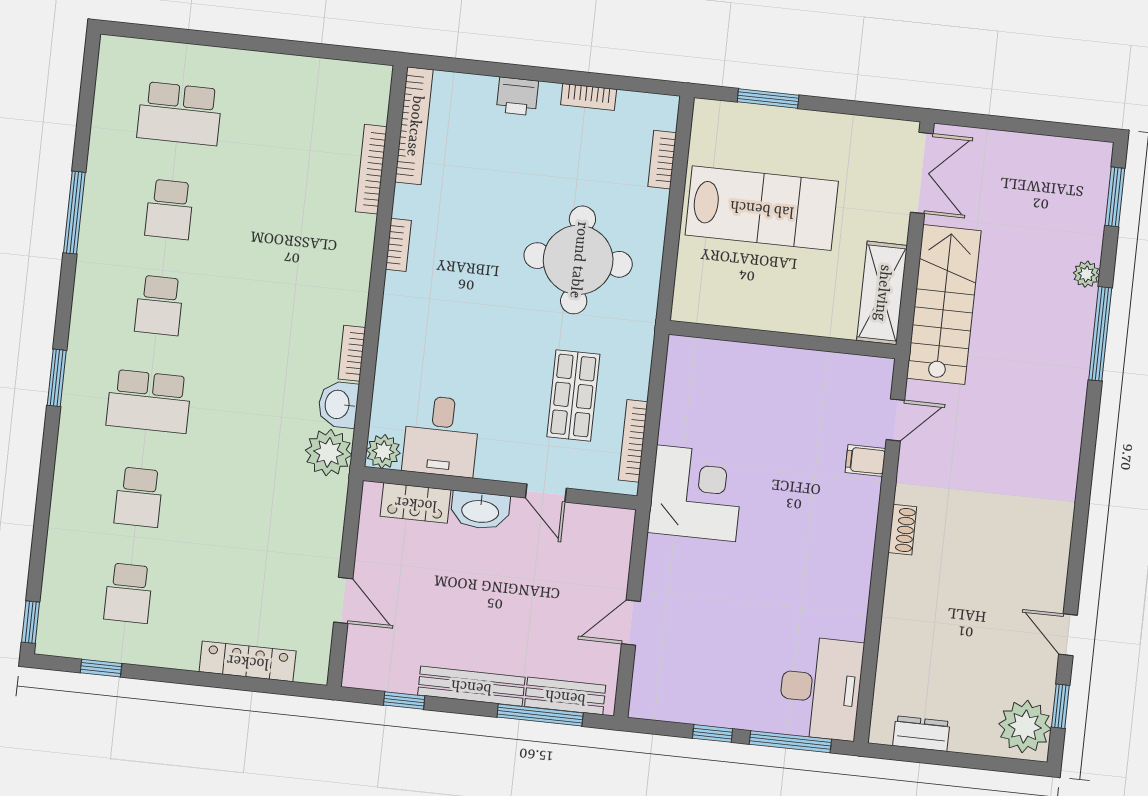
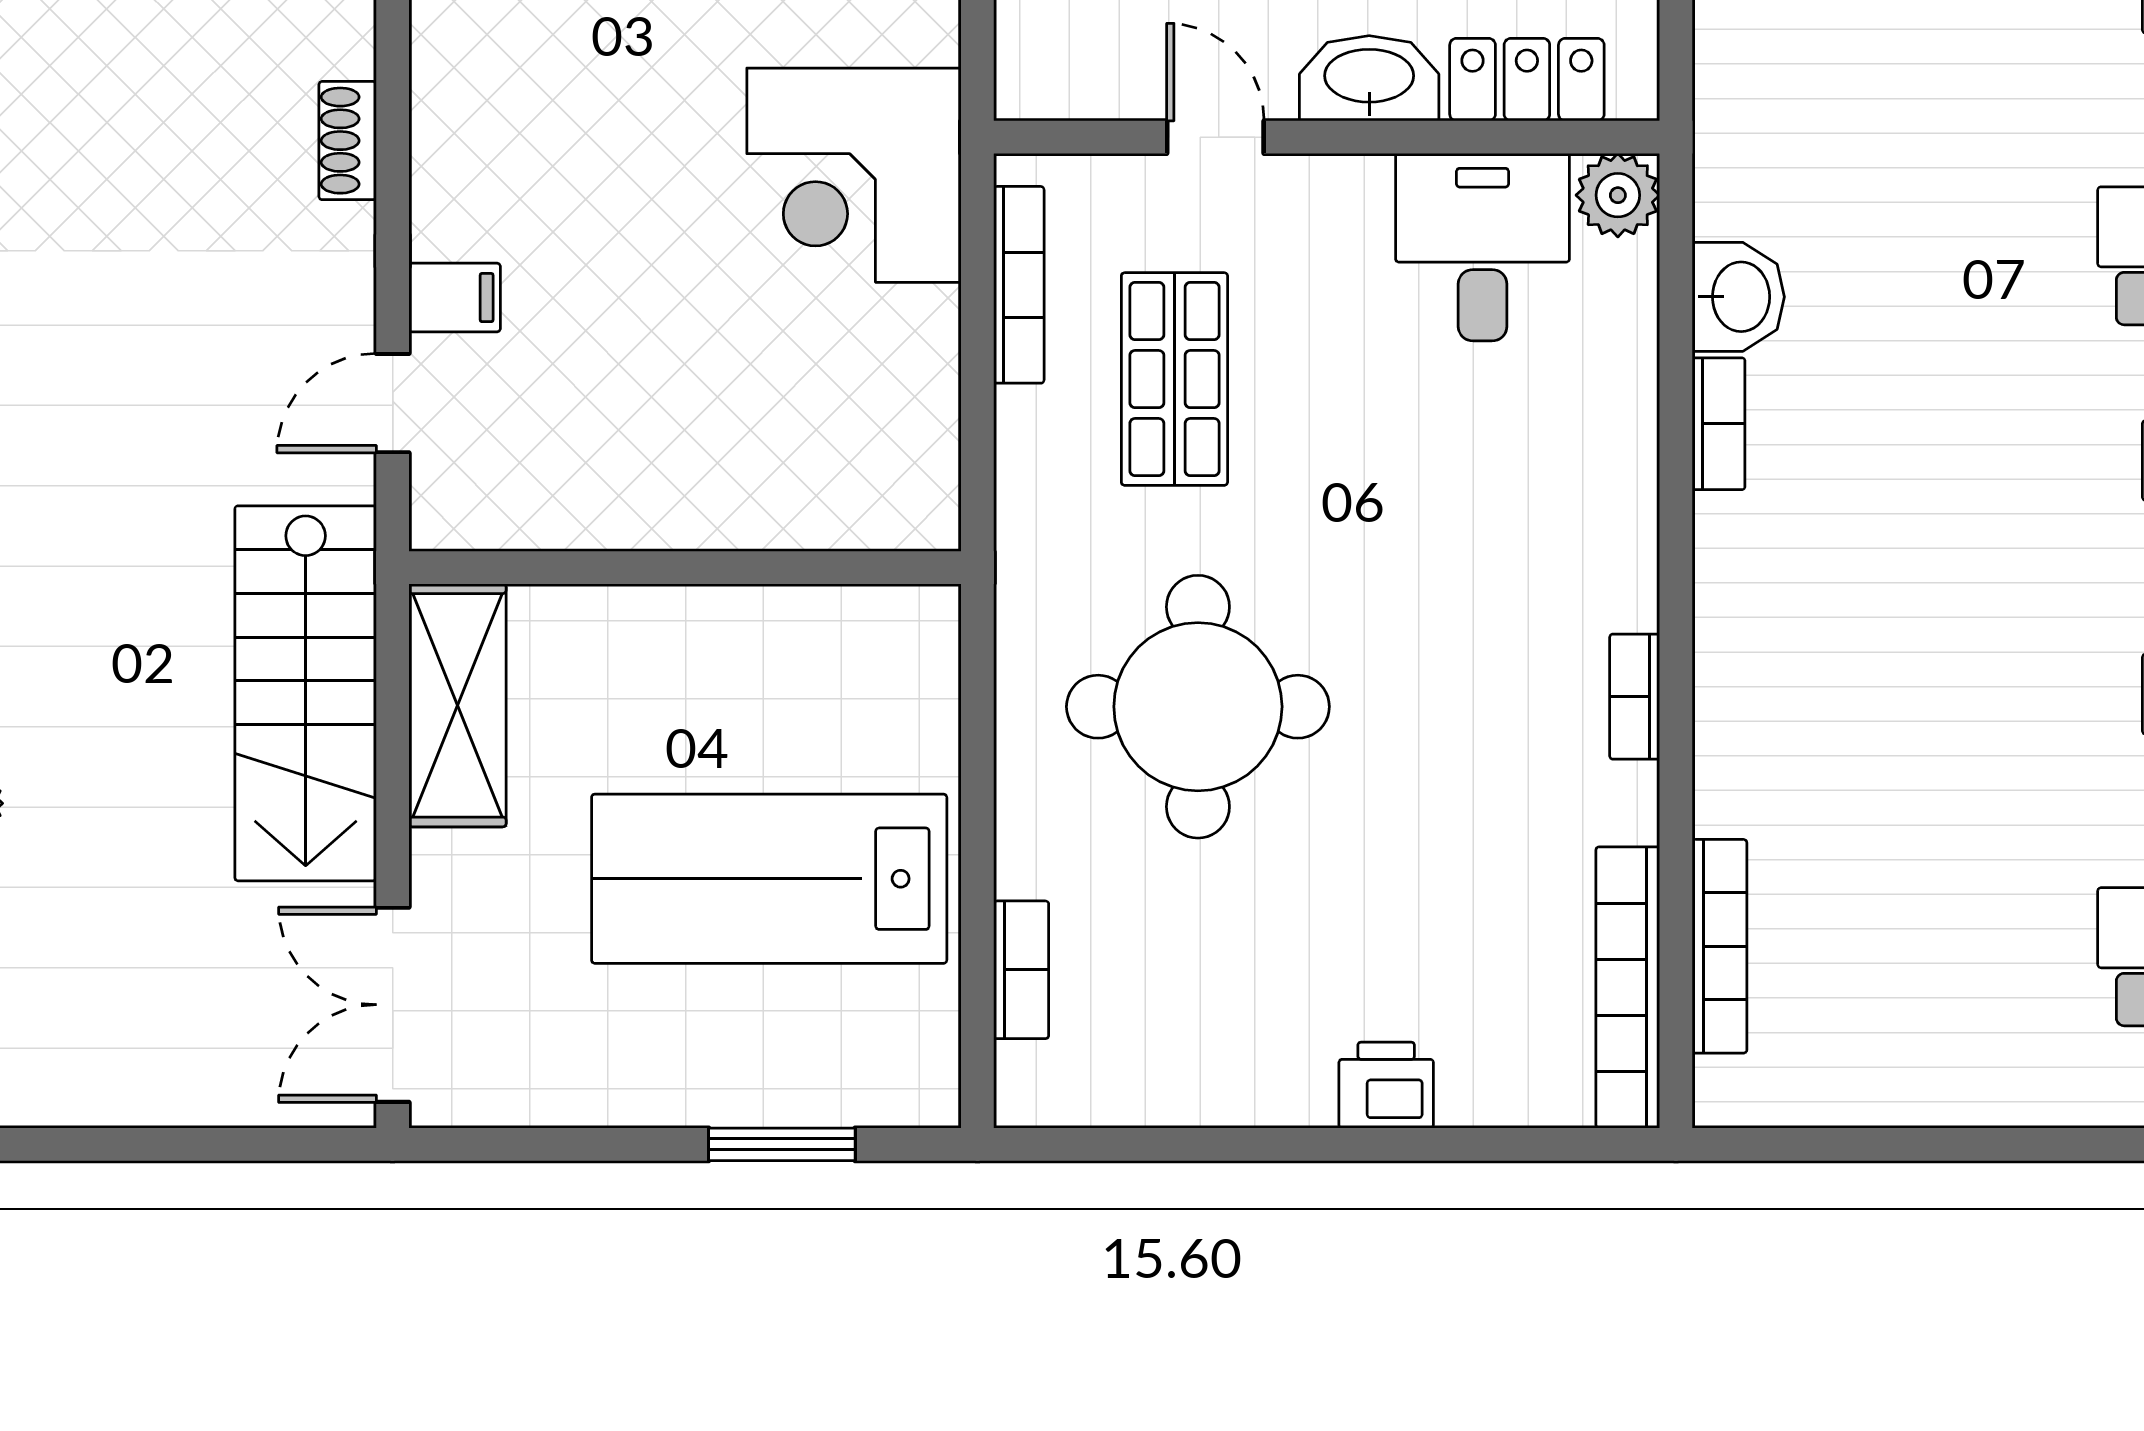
bookcase: (589, 97) -> (1215, 1102), removed
bookcase: (371, 169) -> (1720, 946), moved
plant: (329, 453) -> (1749, 179), removed

